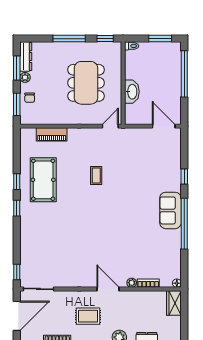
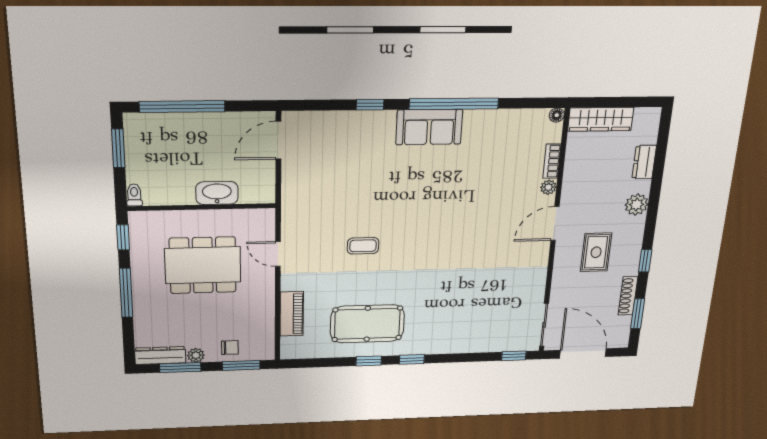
door: (110, 126) -> (278, 254), moved
wardrobe: (174, 303) -> (601, 119), width x1.50

